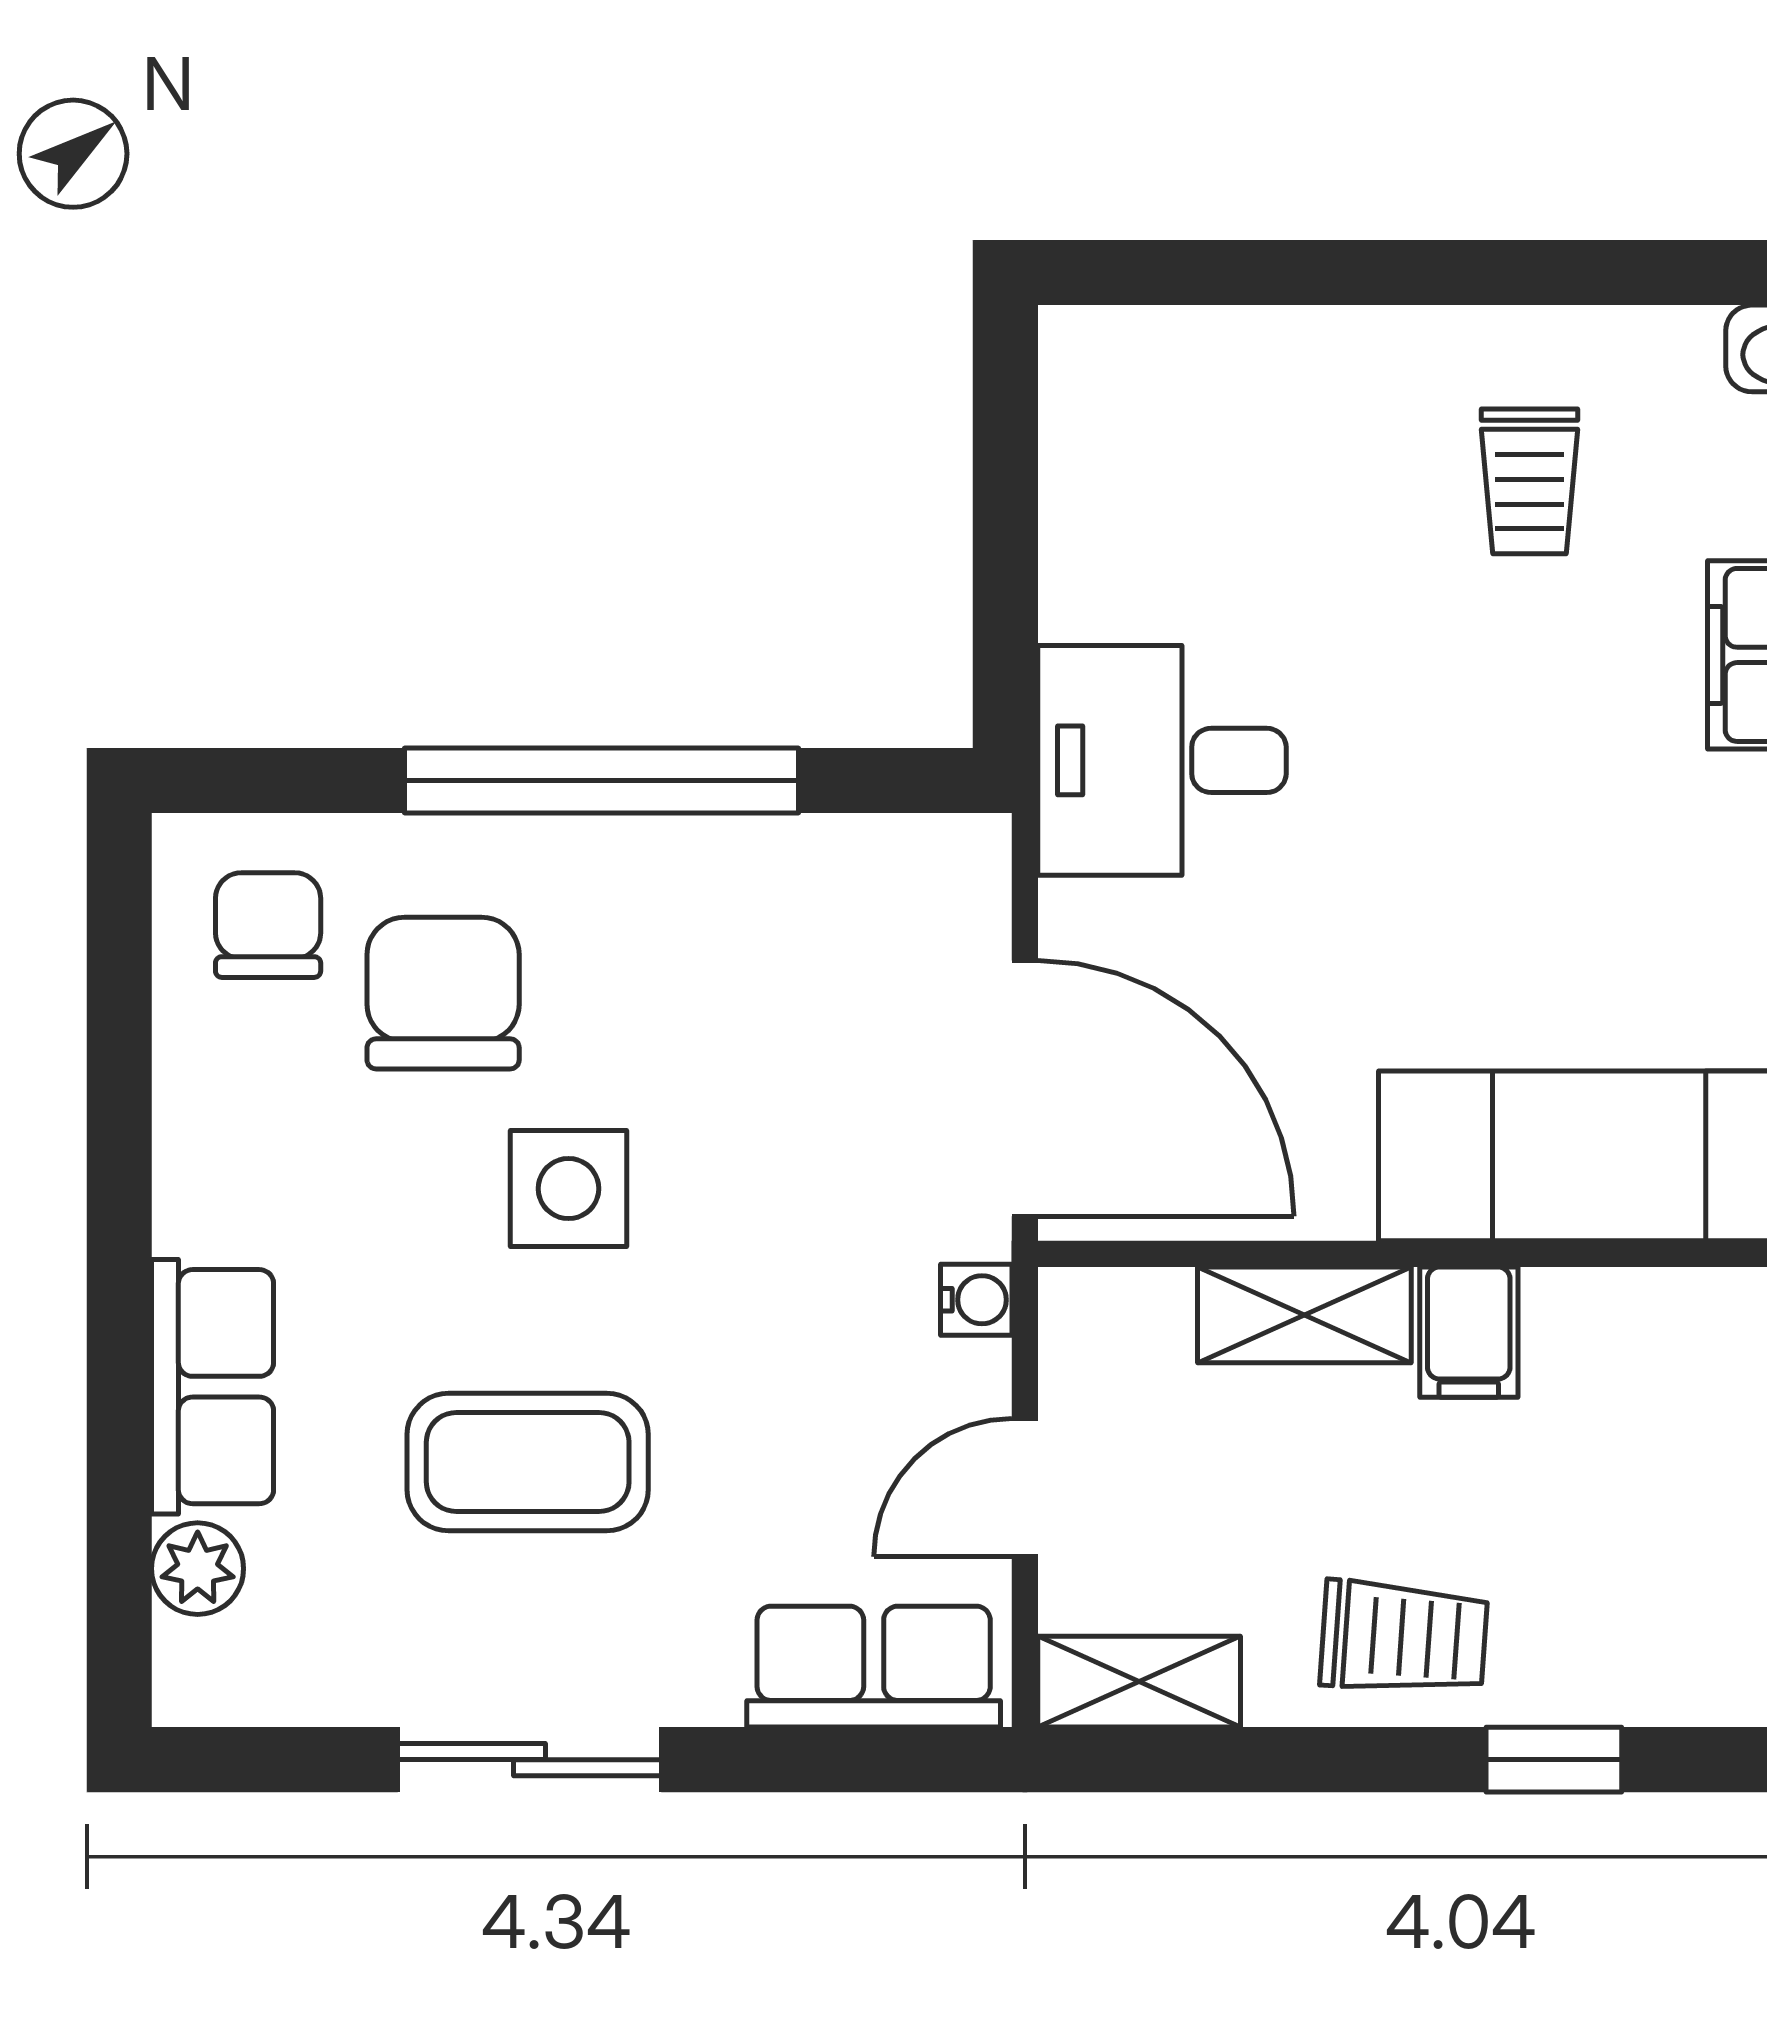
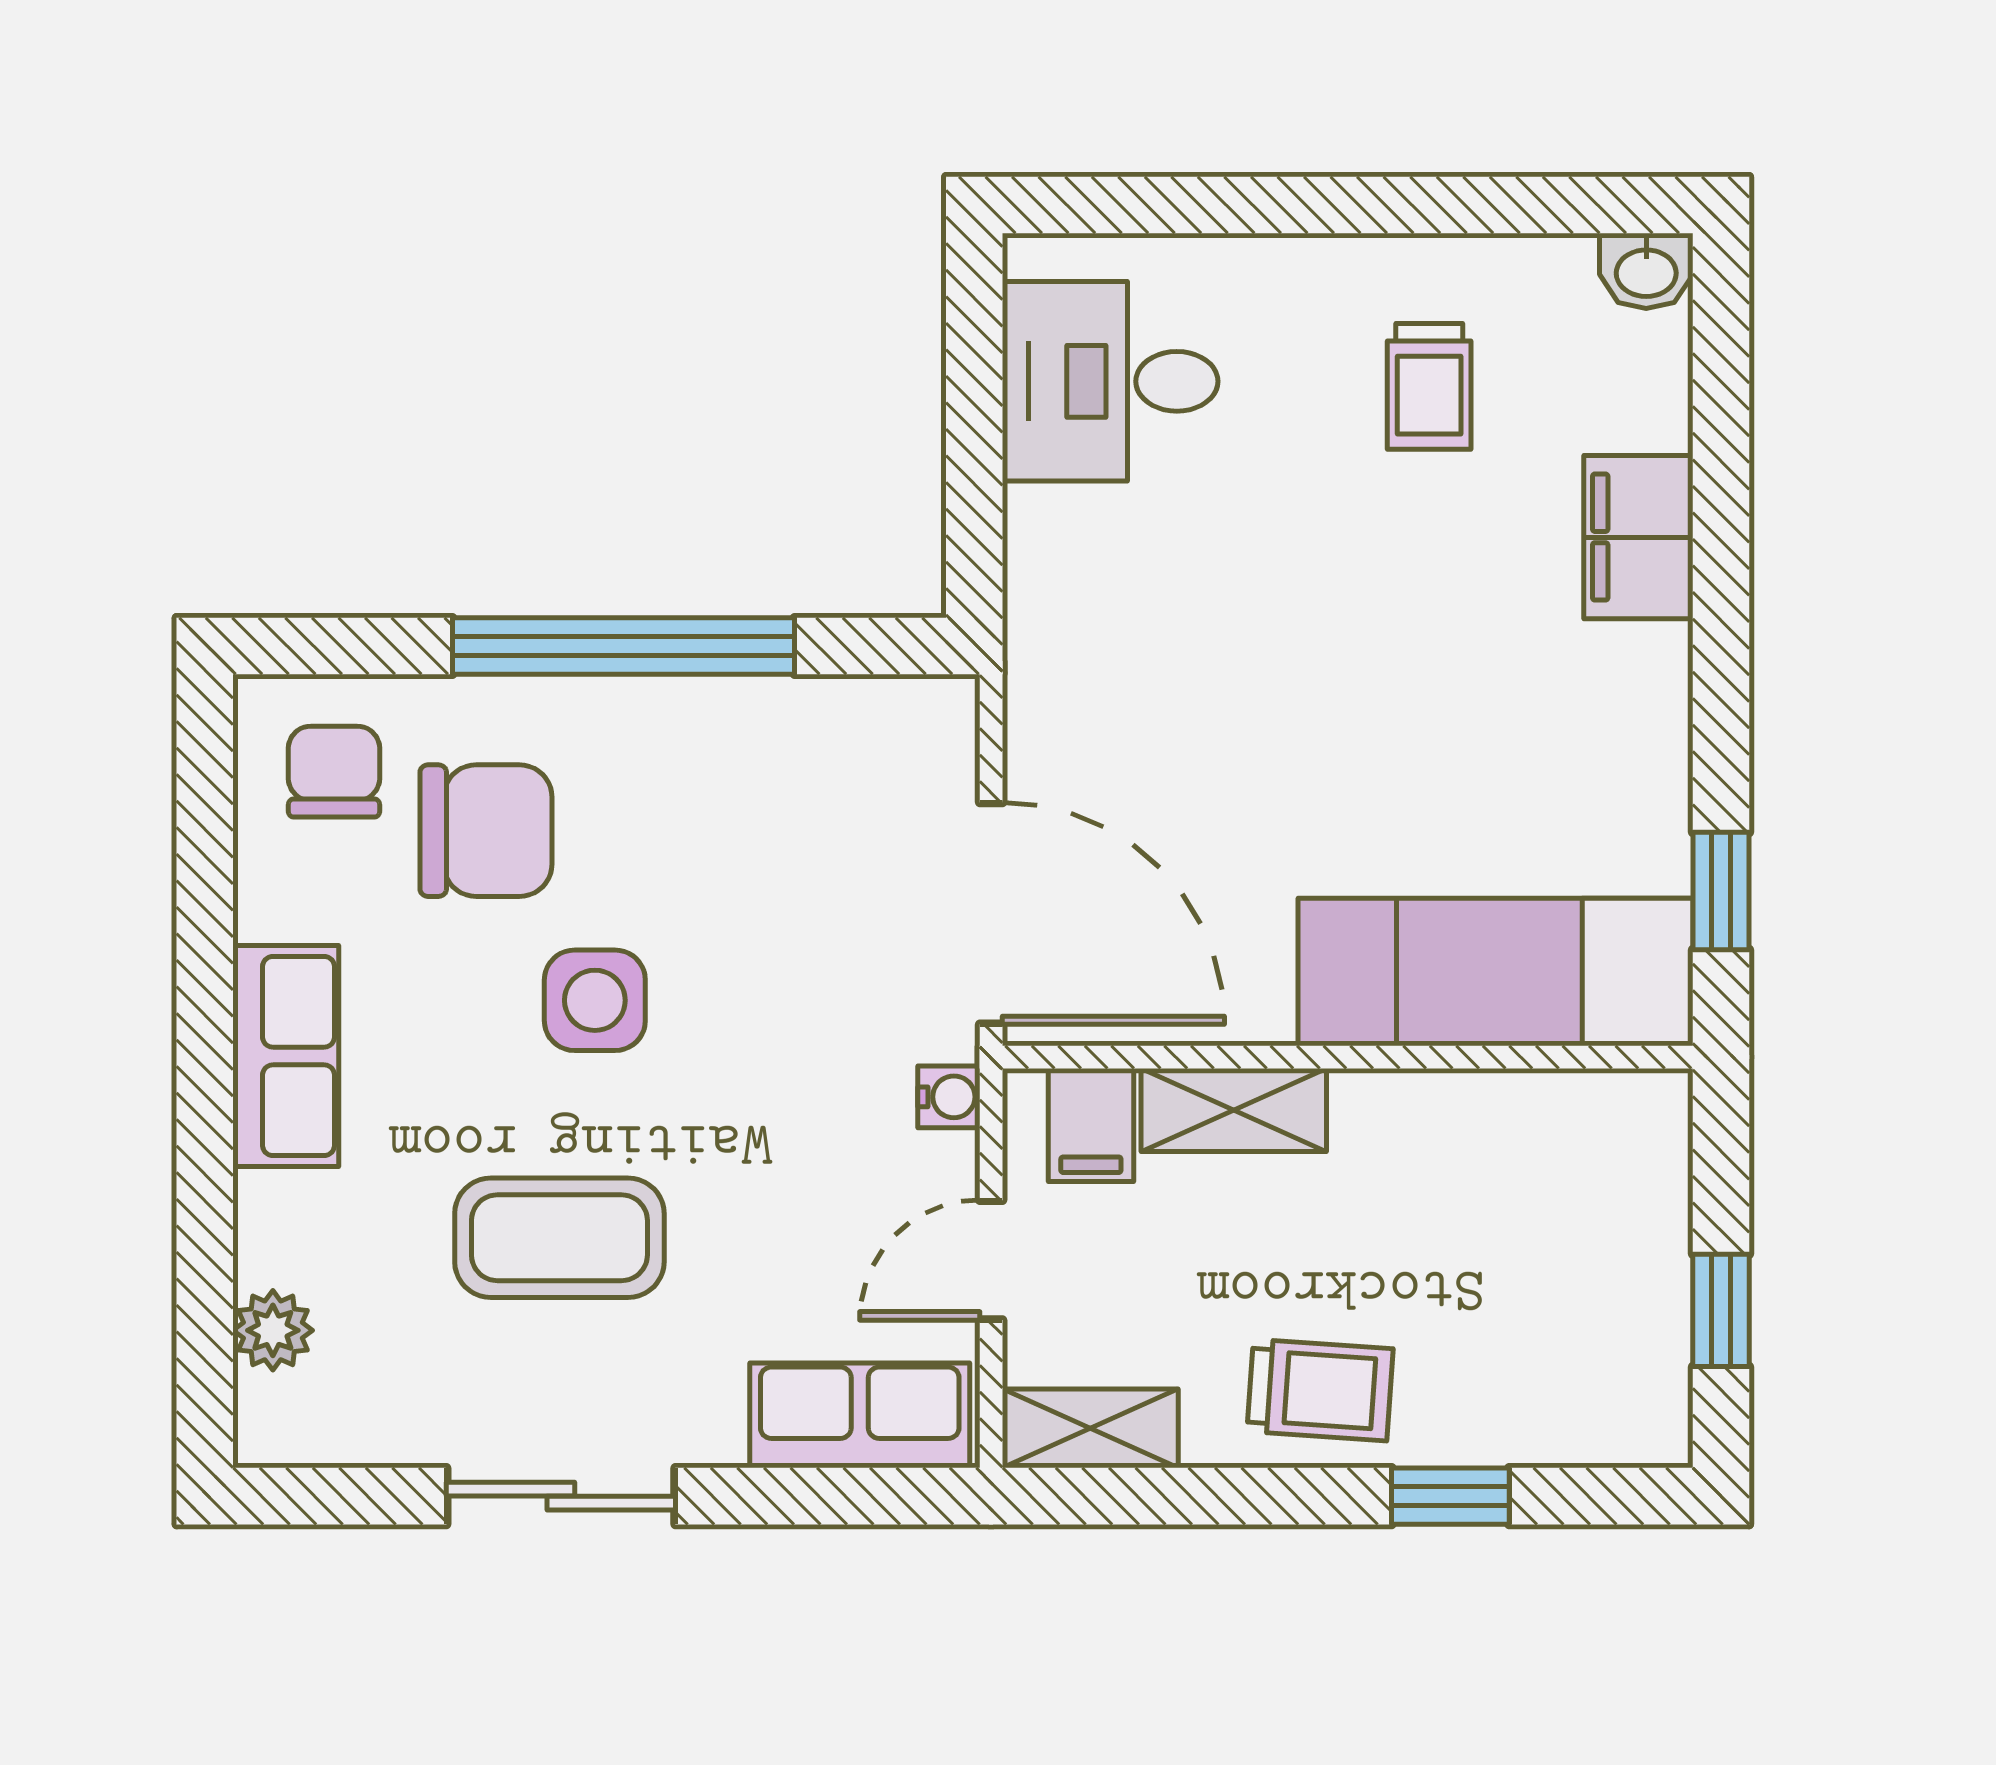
desk: (1162, 760) -> (1110, 381), moved
chair: (443, 993) -> (486, 831), turned 90
filing cabinet: (1469, 1332) -> (1091, 1125), moved
row of seats: (213, 1387) -> (286, 1056), moved

